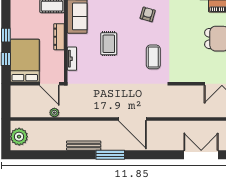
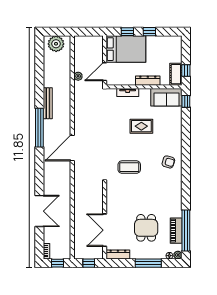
window: (110, 155) -> (39, 128), width x1.46

